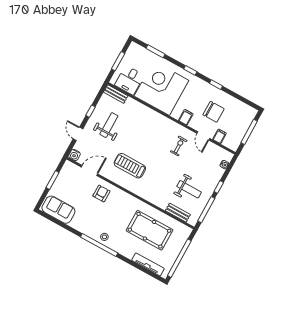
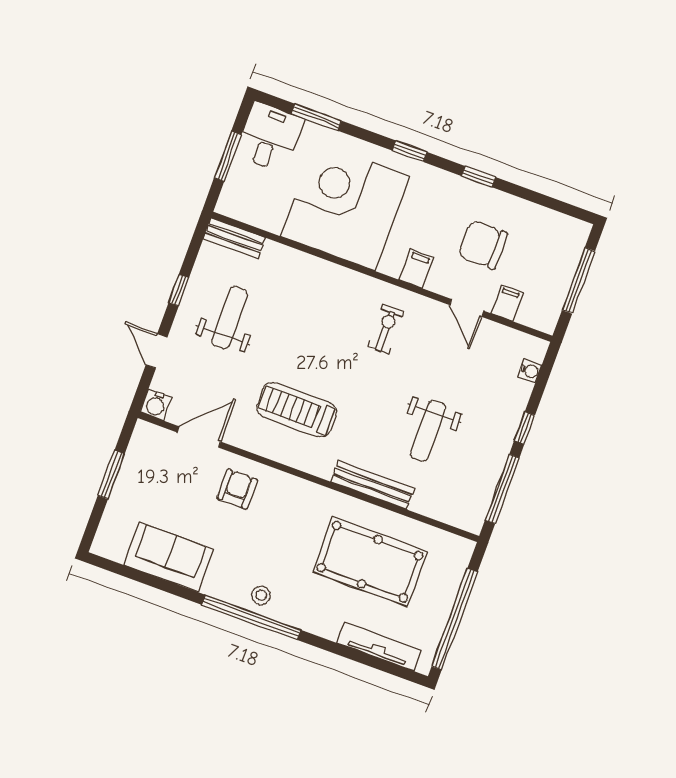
desk: (129, 80) -> (269, 137), moved, turned 180
chair: (214, 112) -> (483, 245), turned 180
exercise bike: (179, 146) -> (386, 329), moved
weight bench: (189, 189) -> (428, 431), moved, turned 90
sofa: (58, 210) -> (168, 557), moved
bench: (178, 213) -> (372, 485), moved, width x1.36

